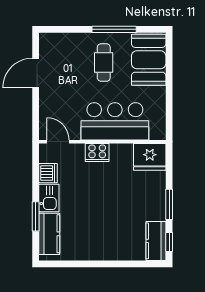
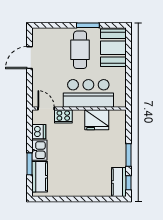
window: (114, 29) -> (88, 25), width x0.69
cafe table: (104, 62) -> (80, 50), width x1.37, depth x1.35
cooker: (97, 152) -> (63, 116), moved
fridge: (150, 157) -> (97, 120), moved

